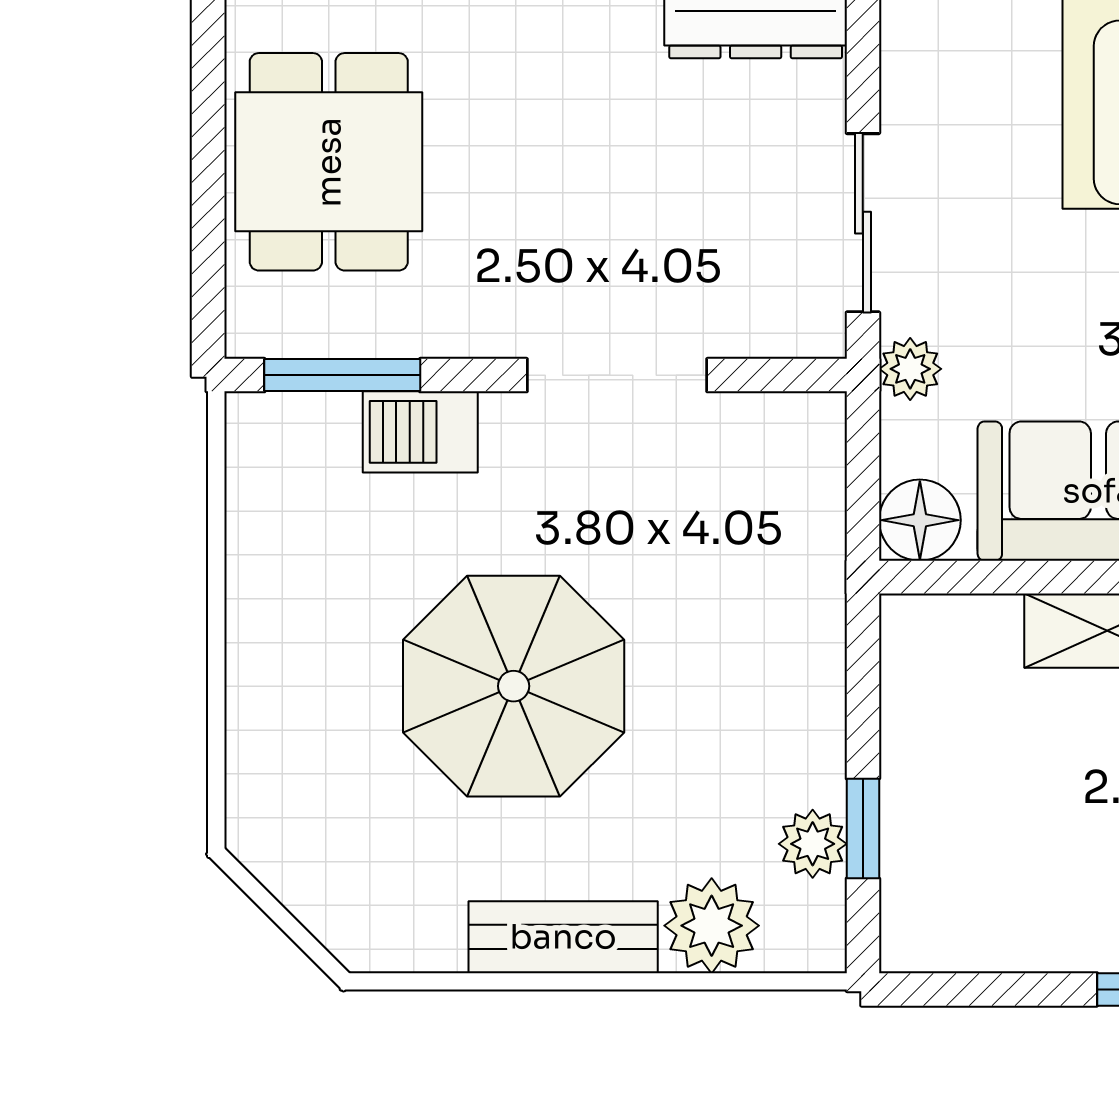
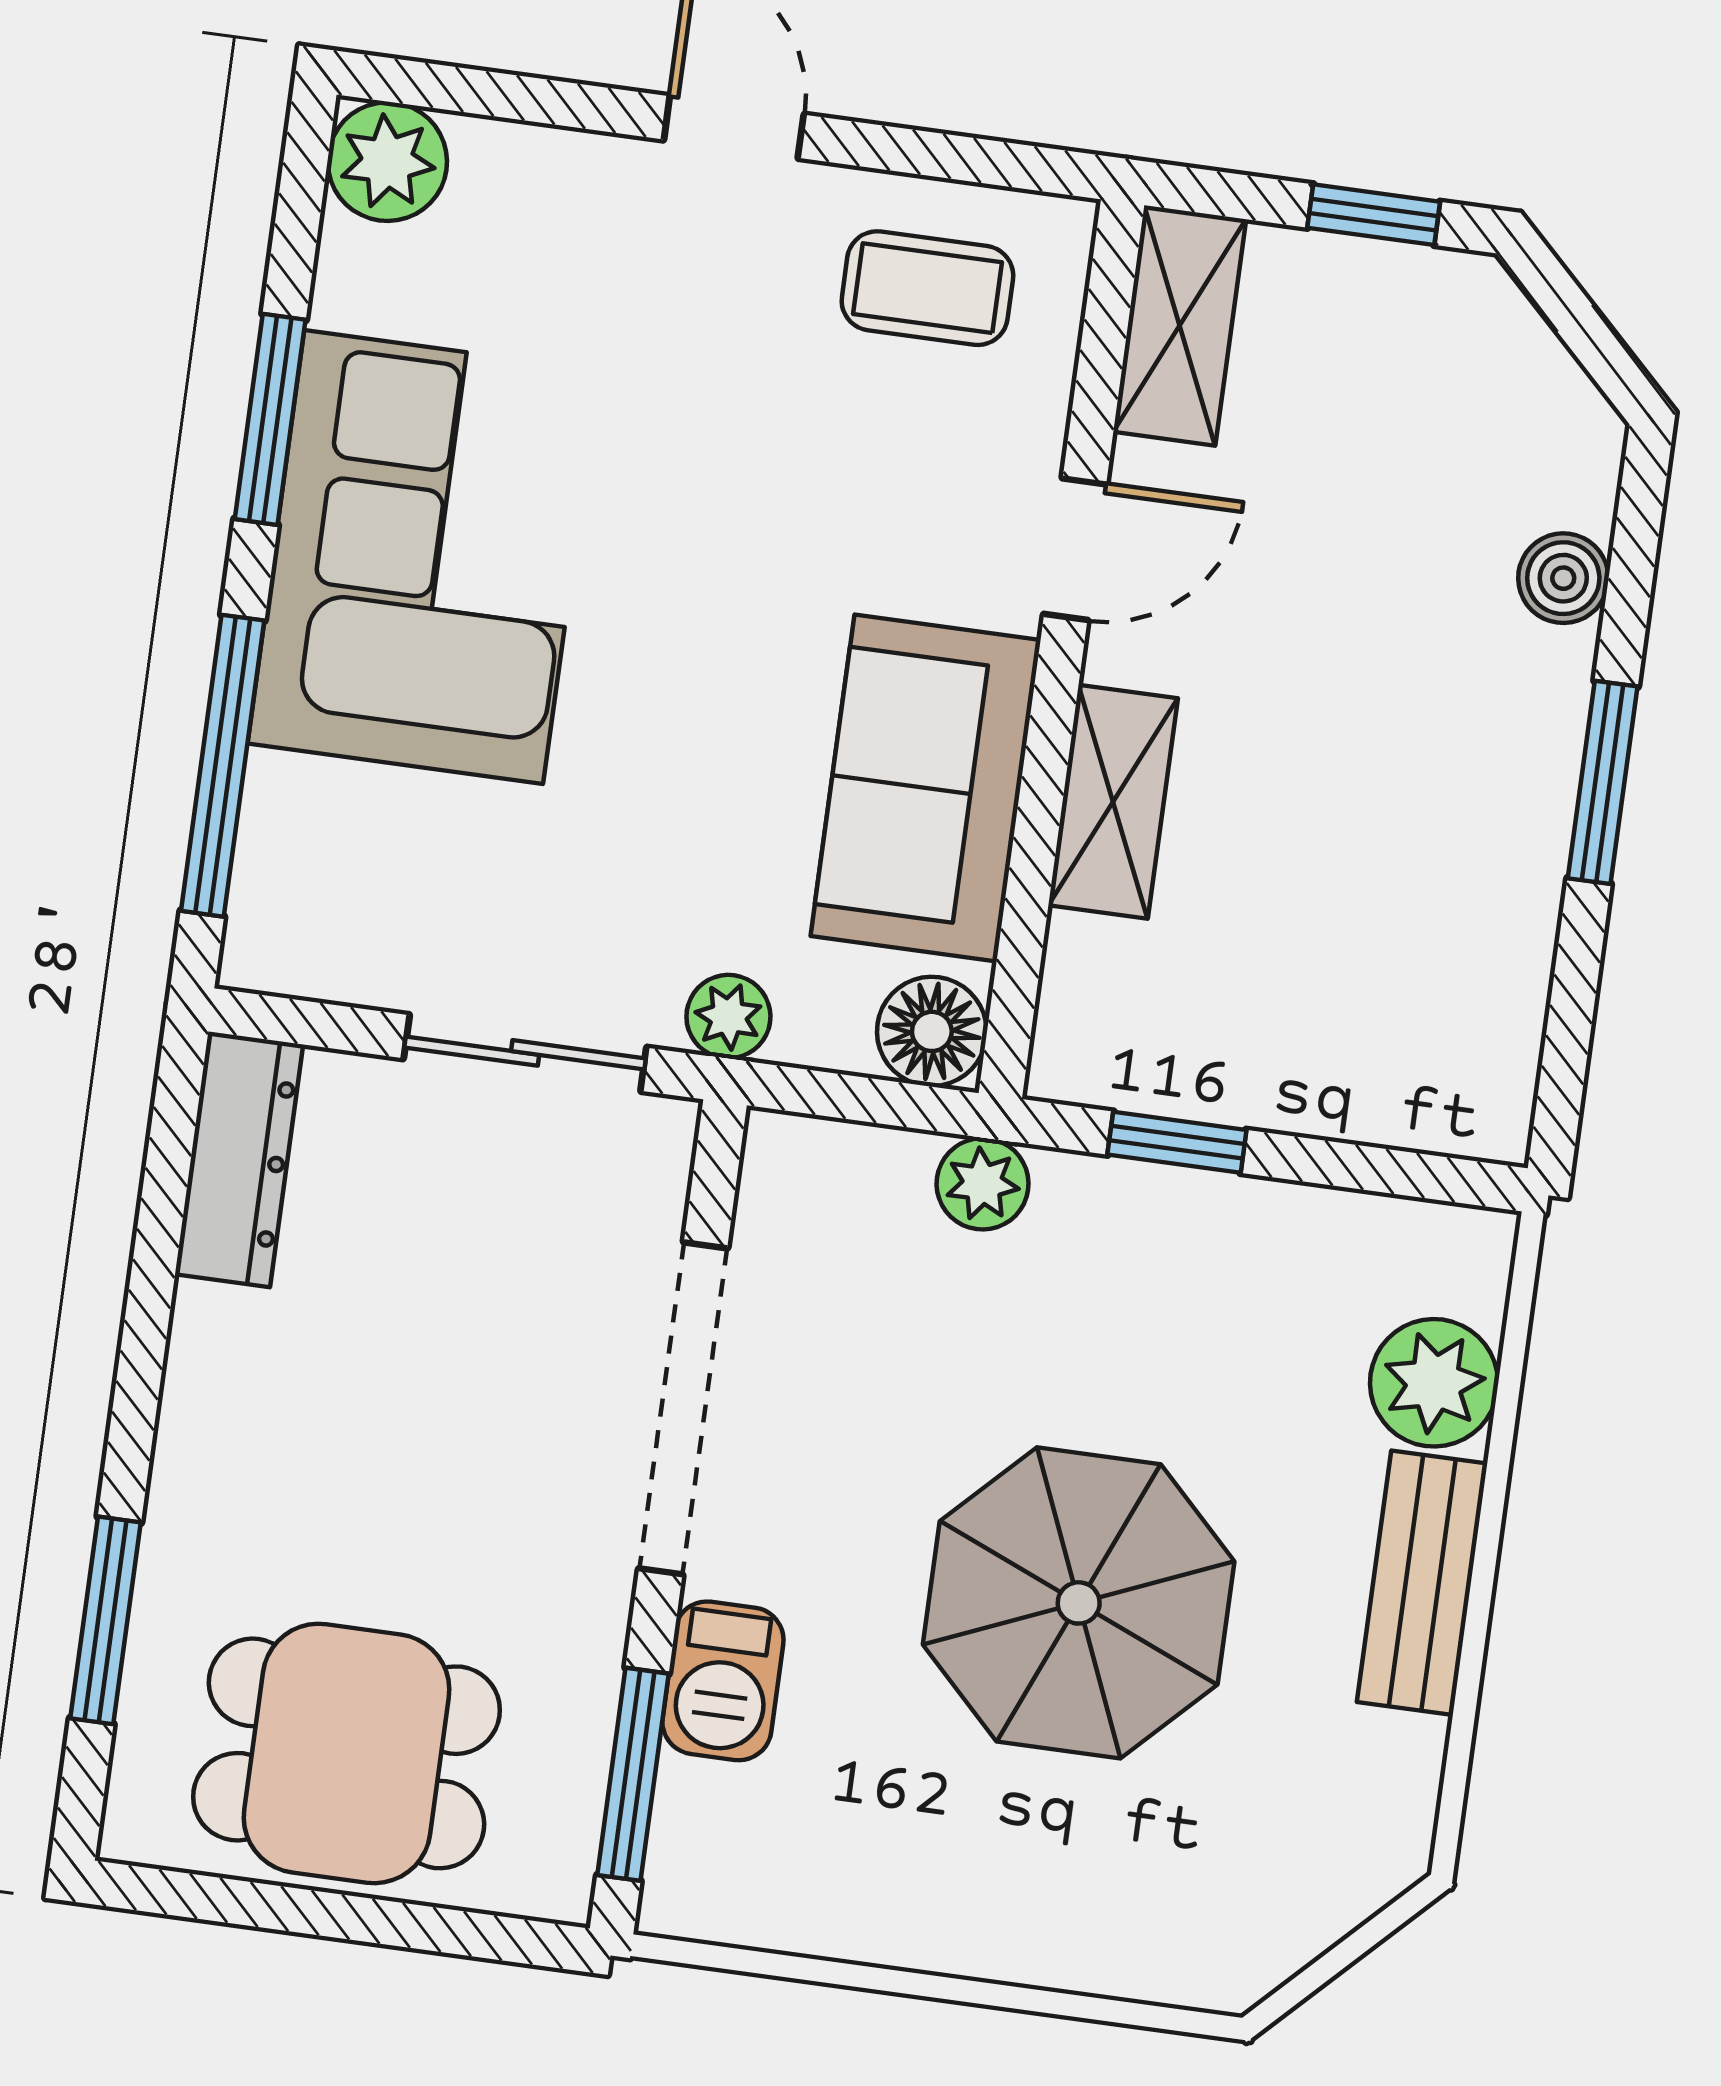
doorway: (617, 375) -> (683, 1408), width x1.36
window: (863, 829) -> (1177, 1142), moved
plant: (813, 844) -> (983, 1184), moved

